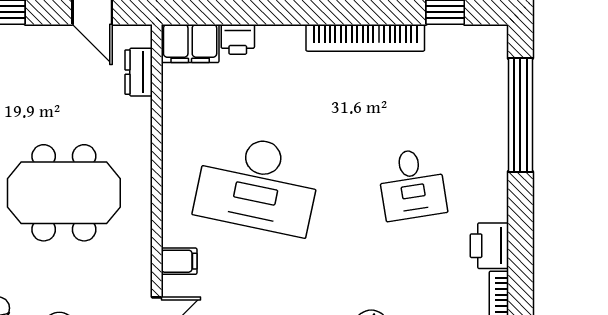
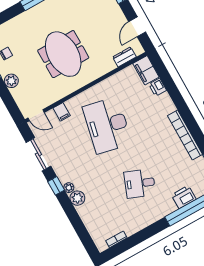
desk: (412, 184) -> (140, 183), turned 30
printer: (489, 246) -> (184, 197), moved

